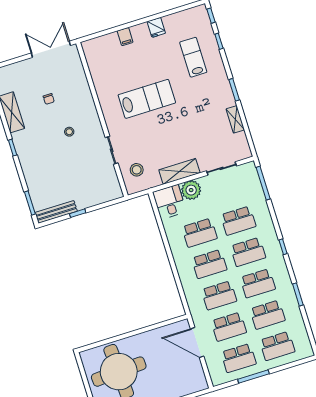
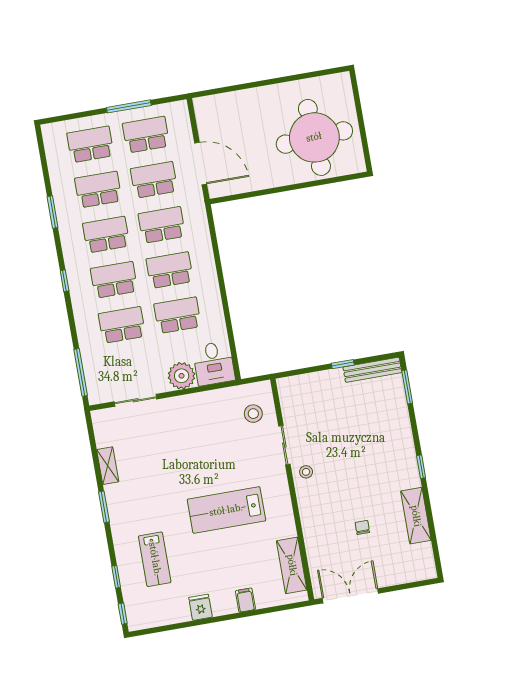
double door: (51, 49) -> (350, 596), swing flipped
stool: (69, 132) -> (306, 472), moved
shelving: (179, 171) -> (292, 565), moved, turned 90

